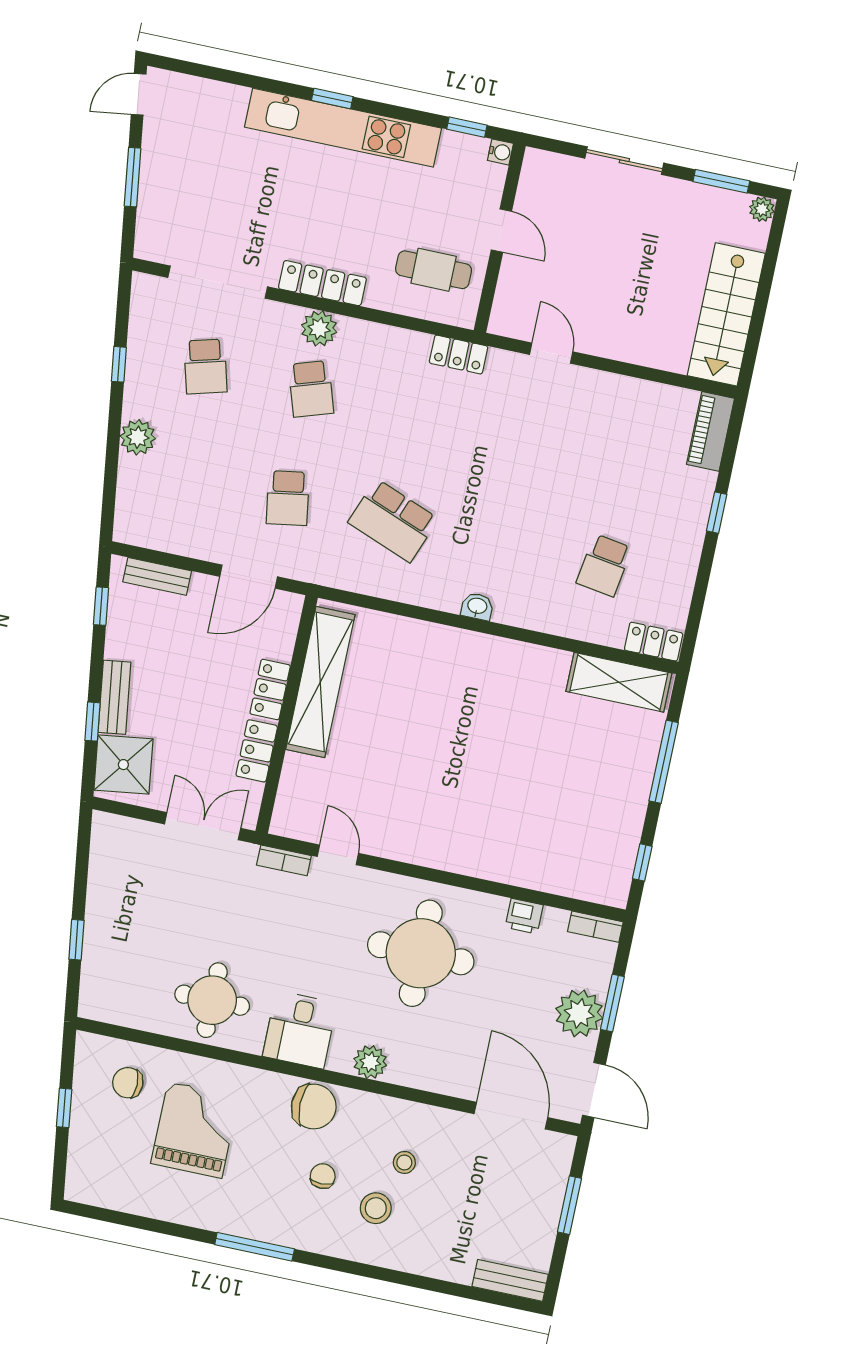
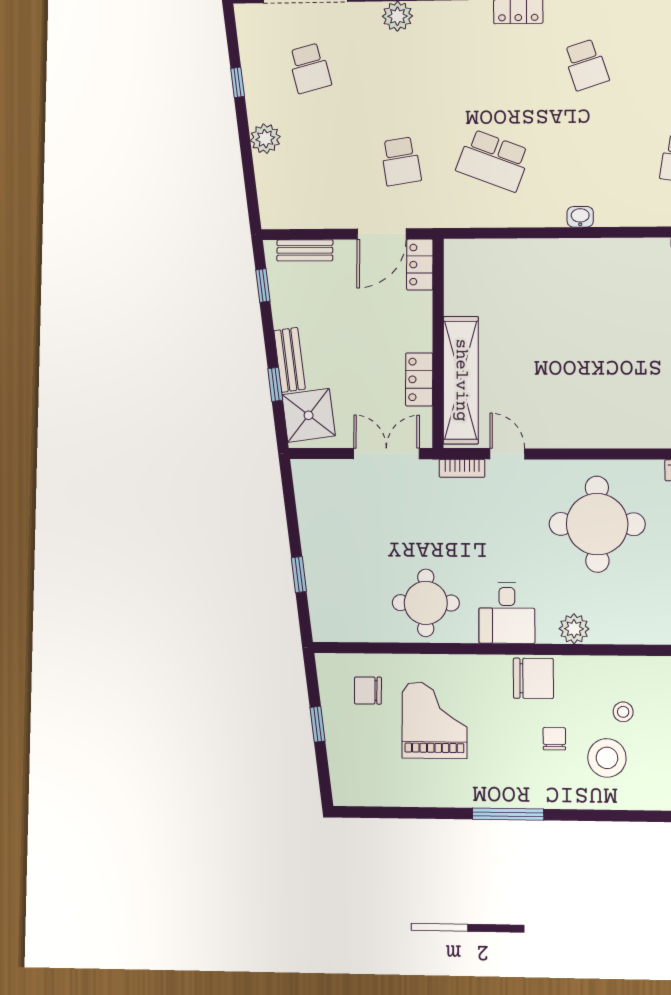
school desk: (311, 389) -> (586, 65), moved
shelving: (320, 682) -> (461, 380), moved
locker: (270, 689) -> (420, 265), moved
stool: (376, 1208) -> (607, 758), width x1.38, depth x1.38

